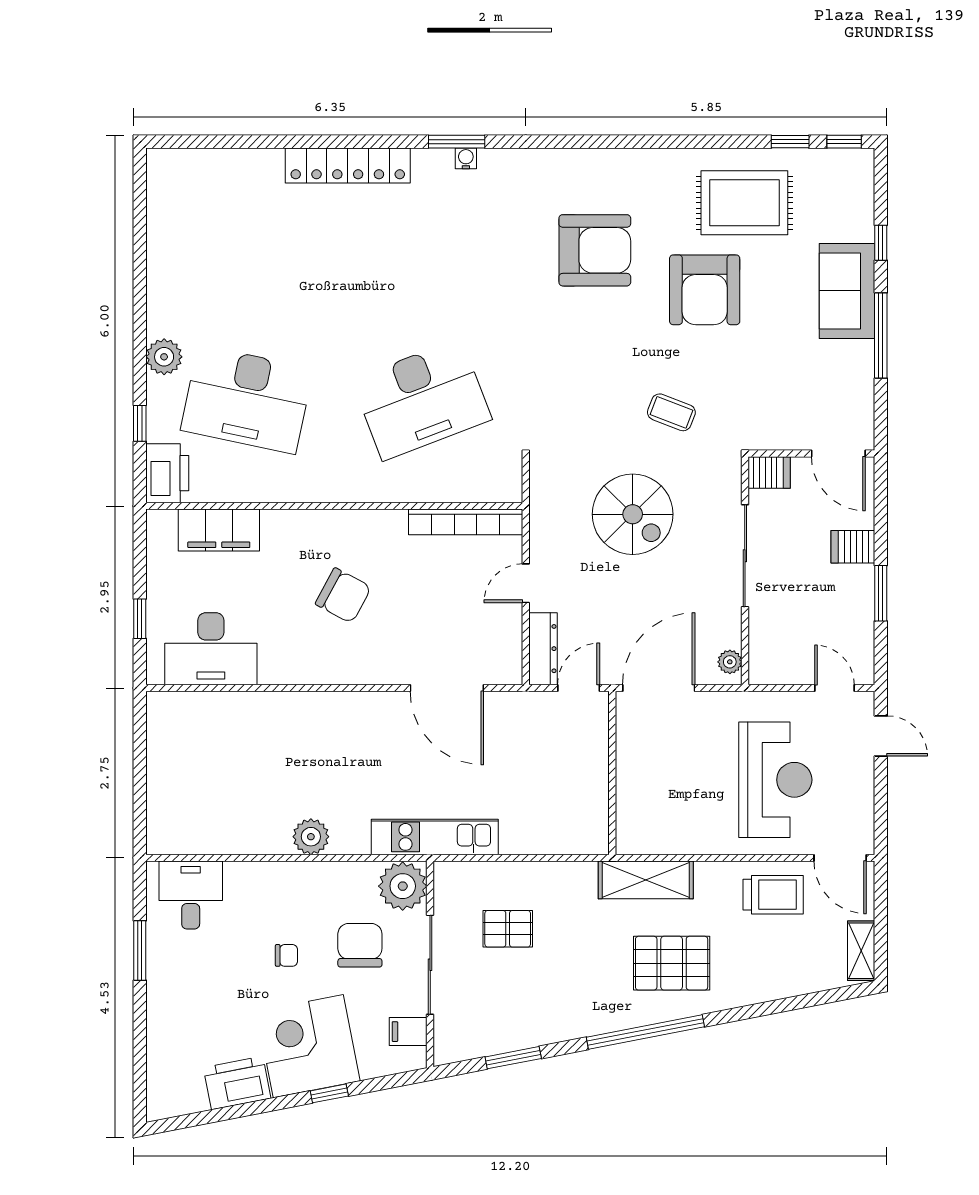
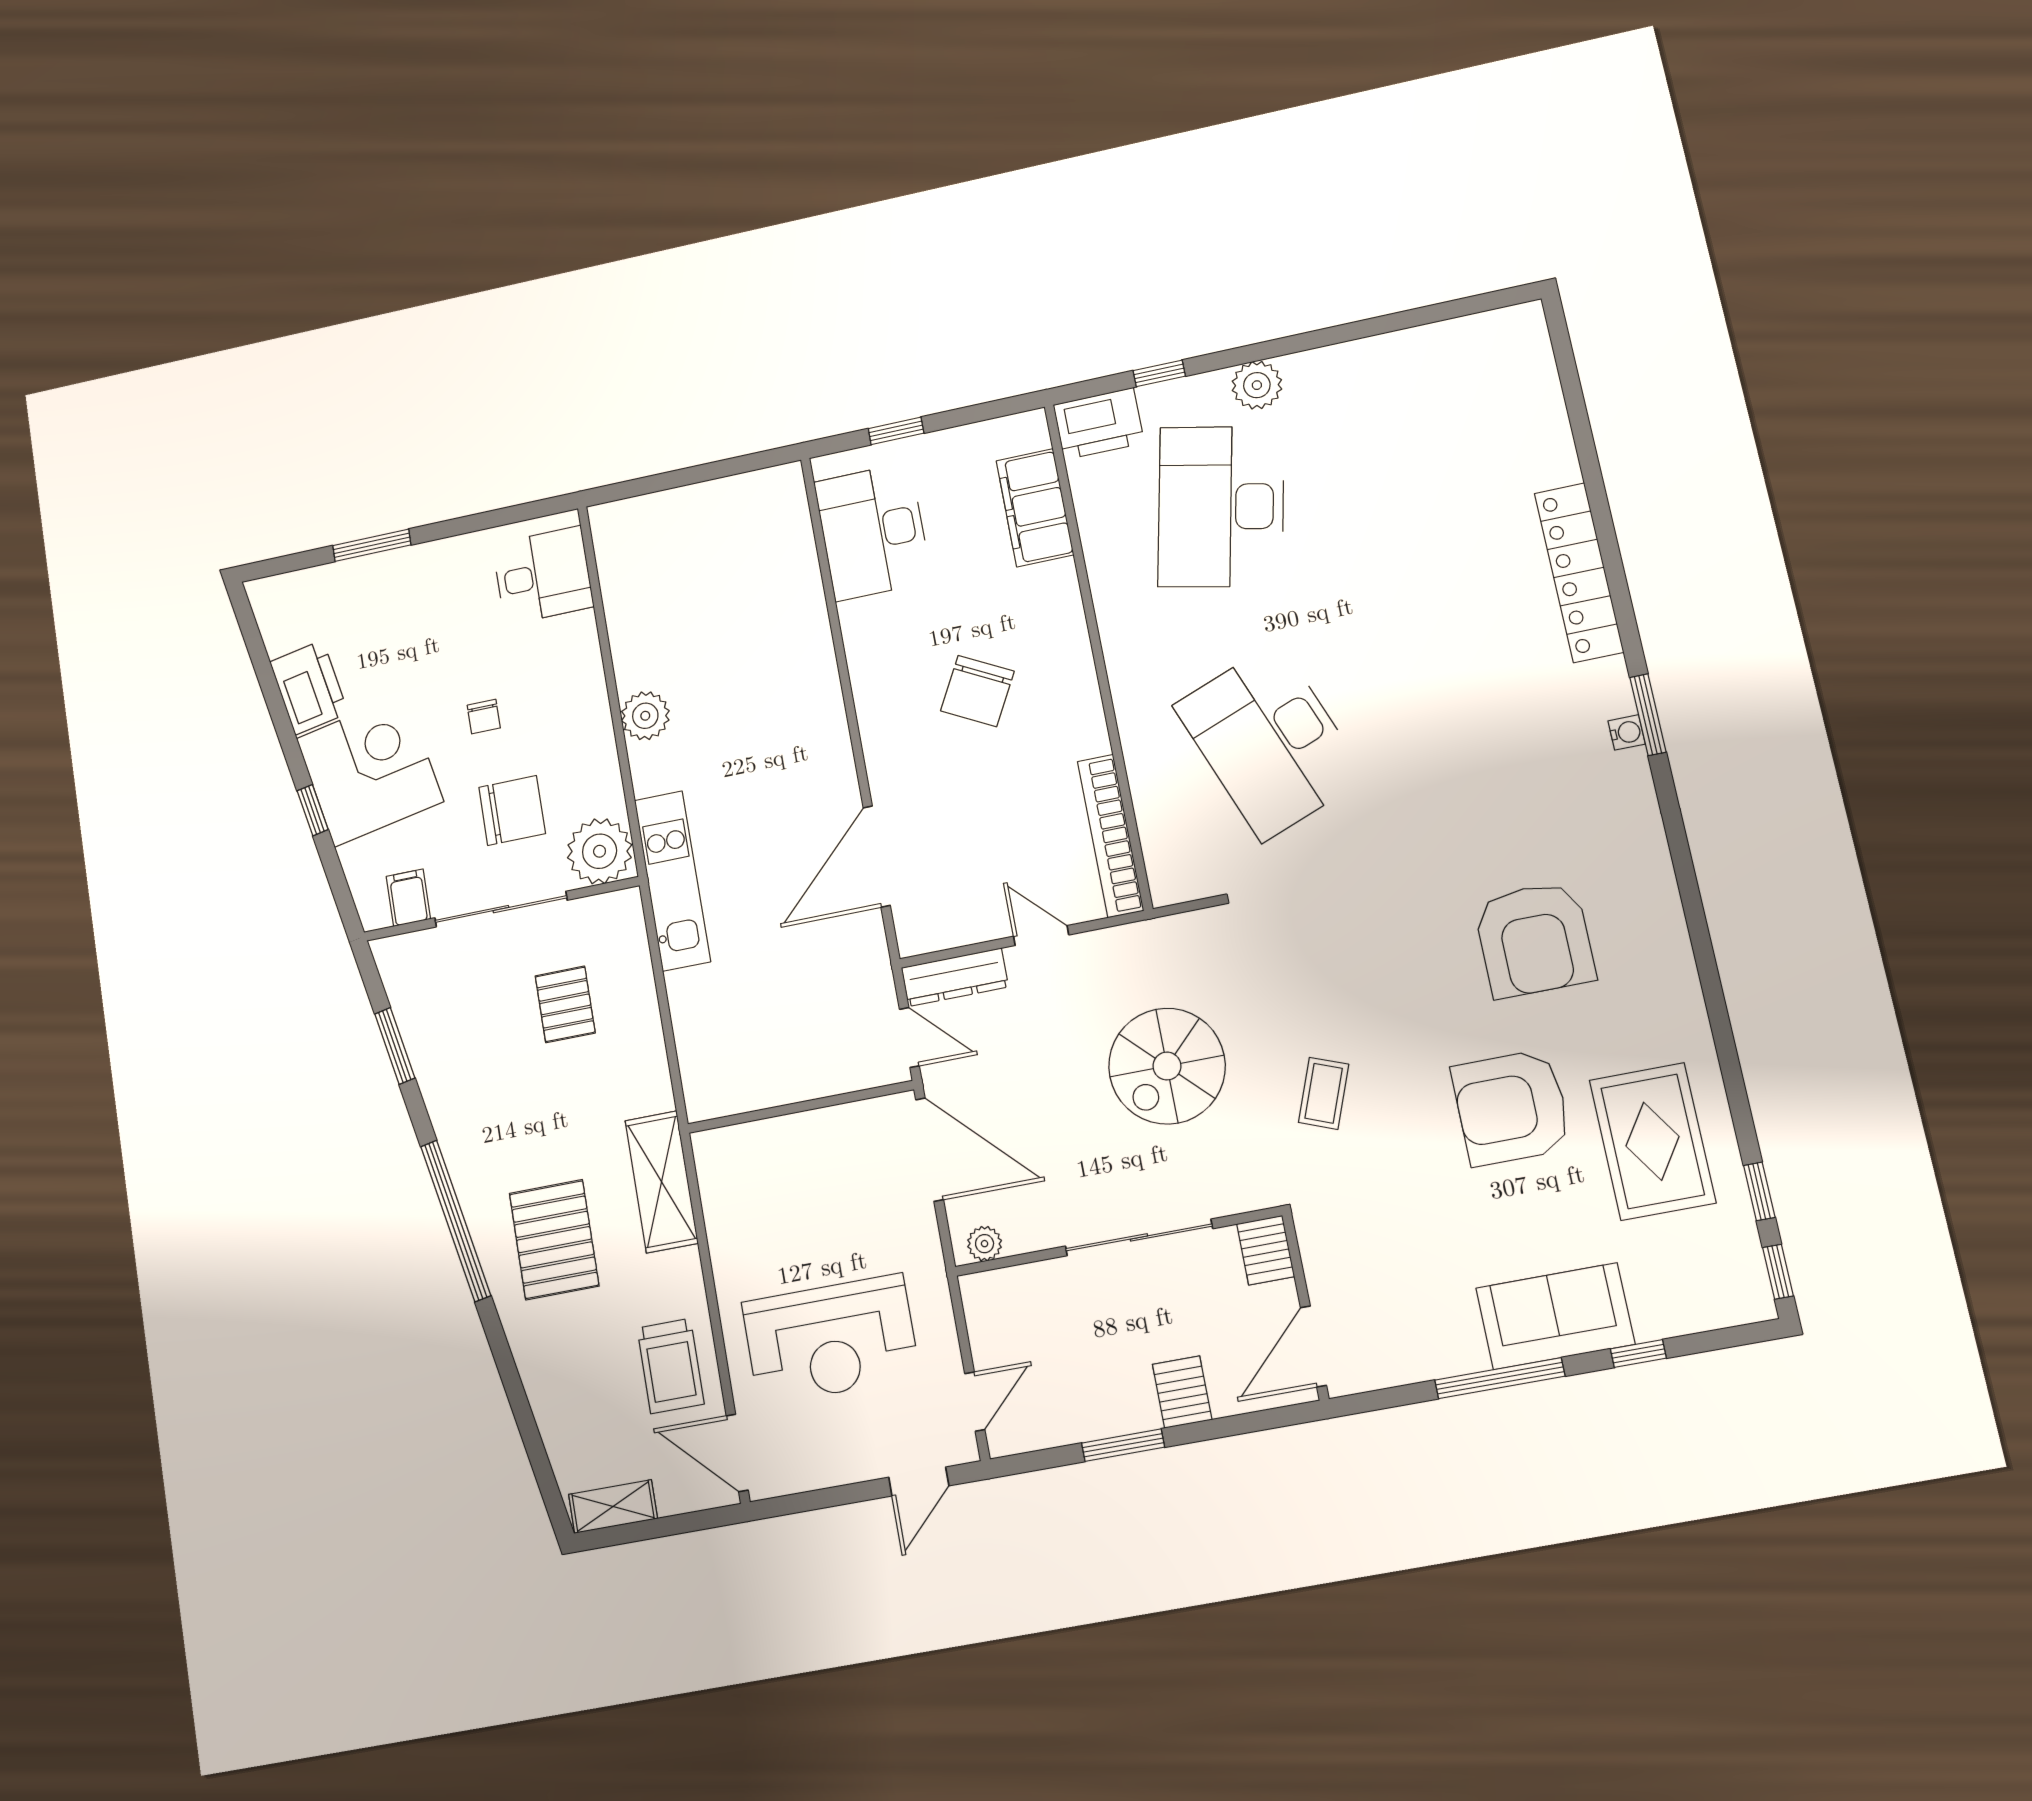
door: (840, 858) -> (737, 1453), hinge flipped
window: (140, 950) -> (372, 545), moved

